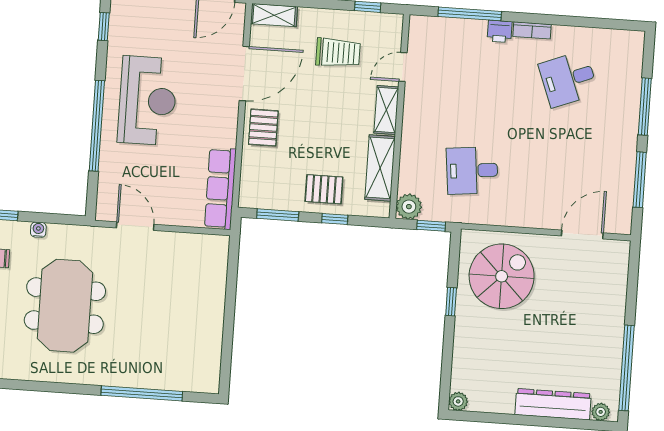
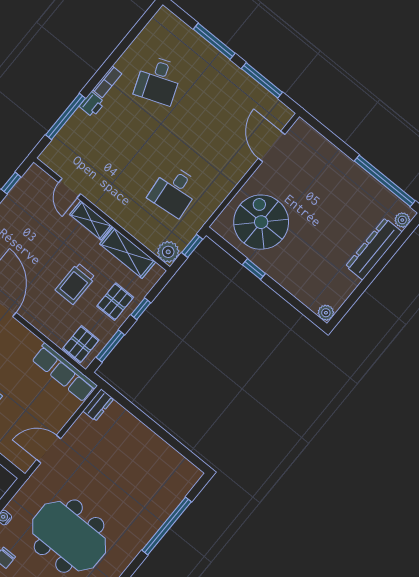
trolley: (338, 53) -> (75, 284), moved, turned 180
pallet: (263, 128) -> (81, 344), moved, turned 90
dresser: (212, 244) -> (98, 405), added

